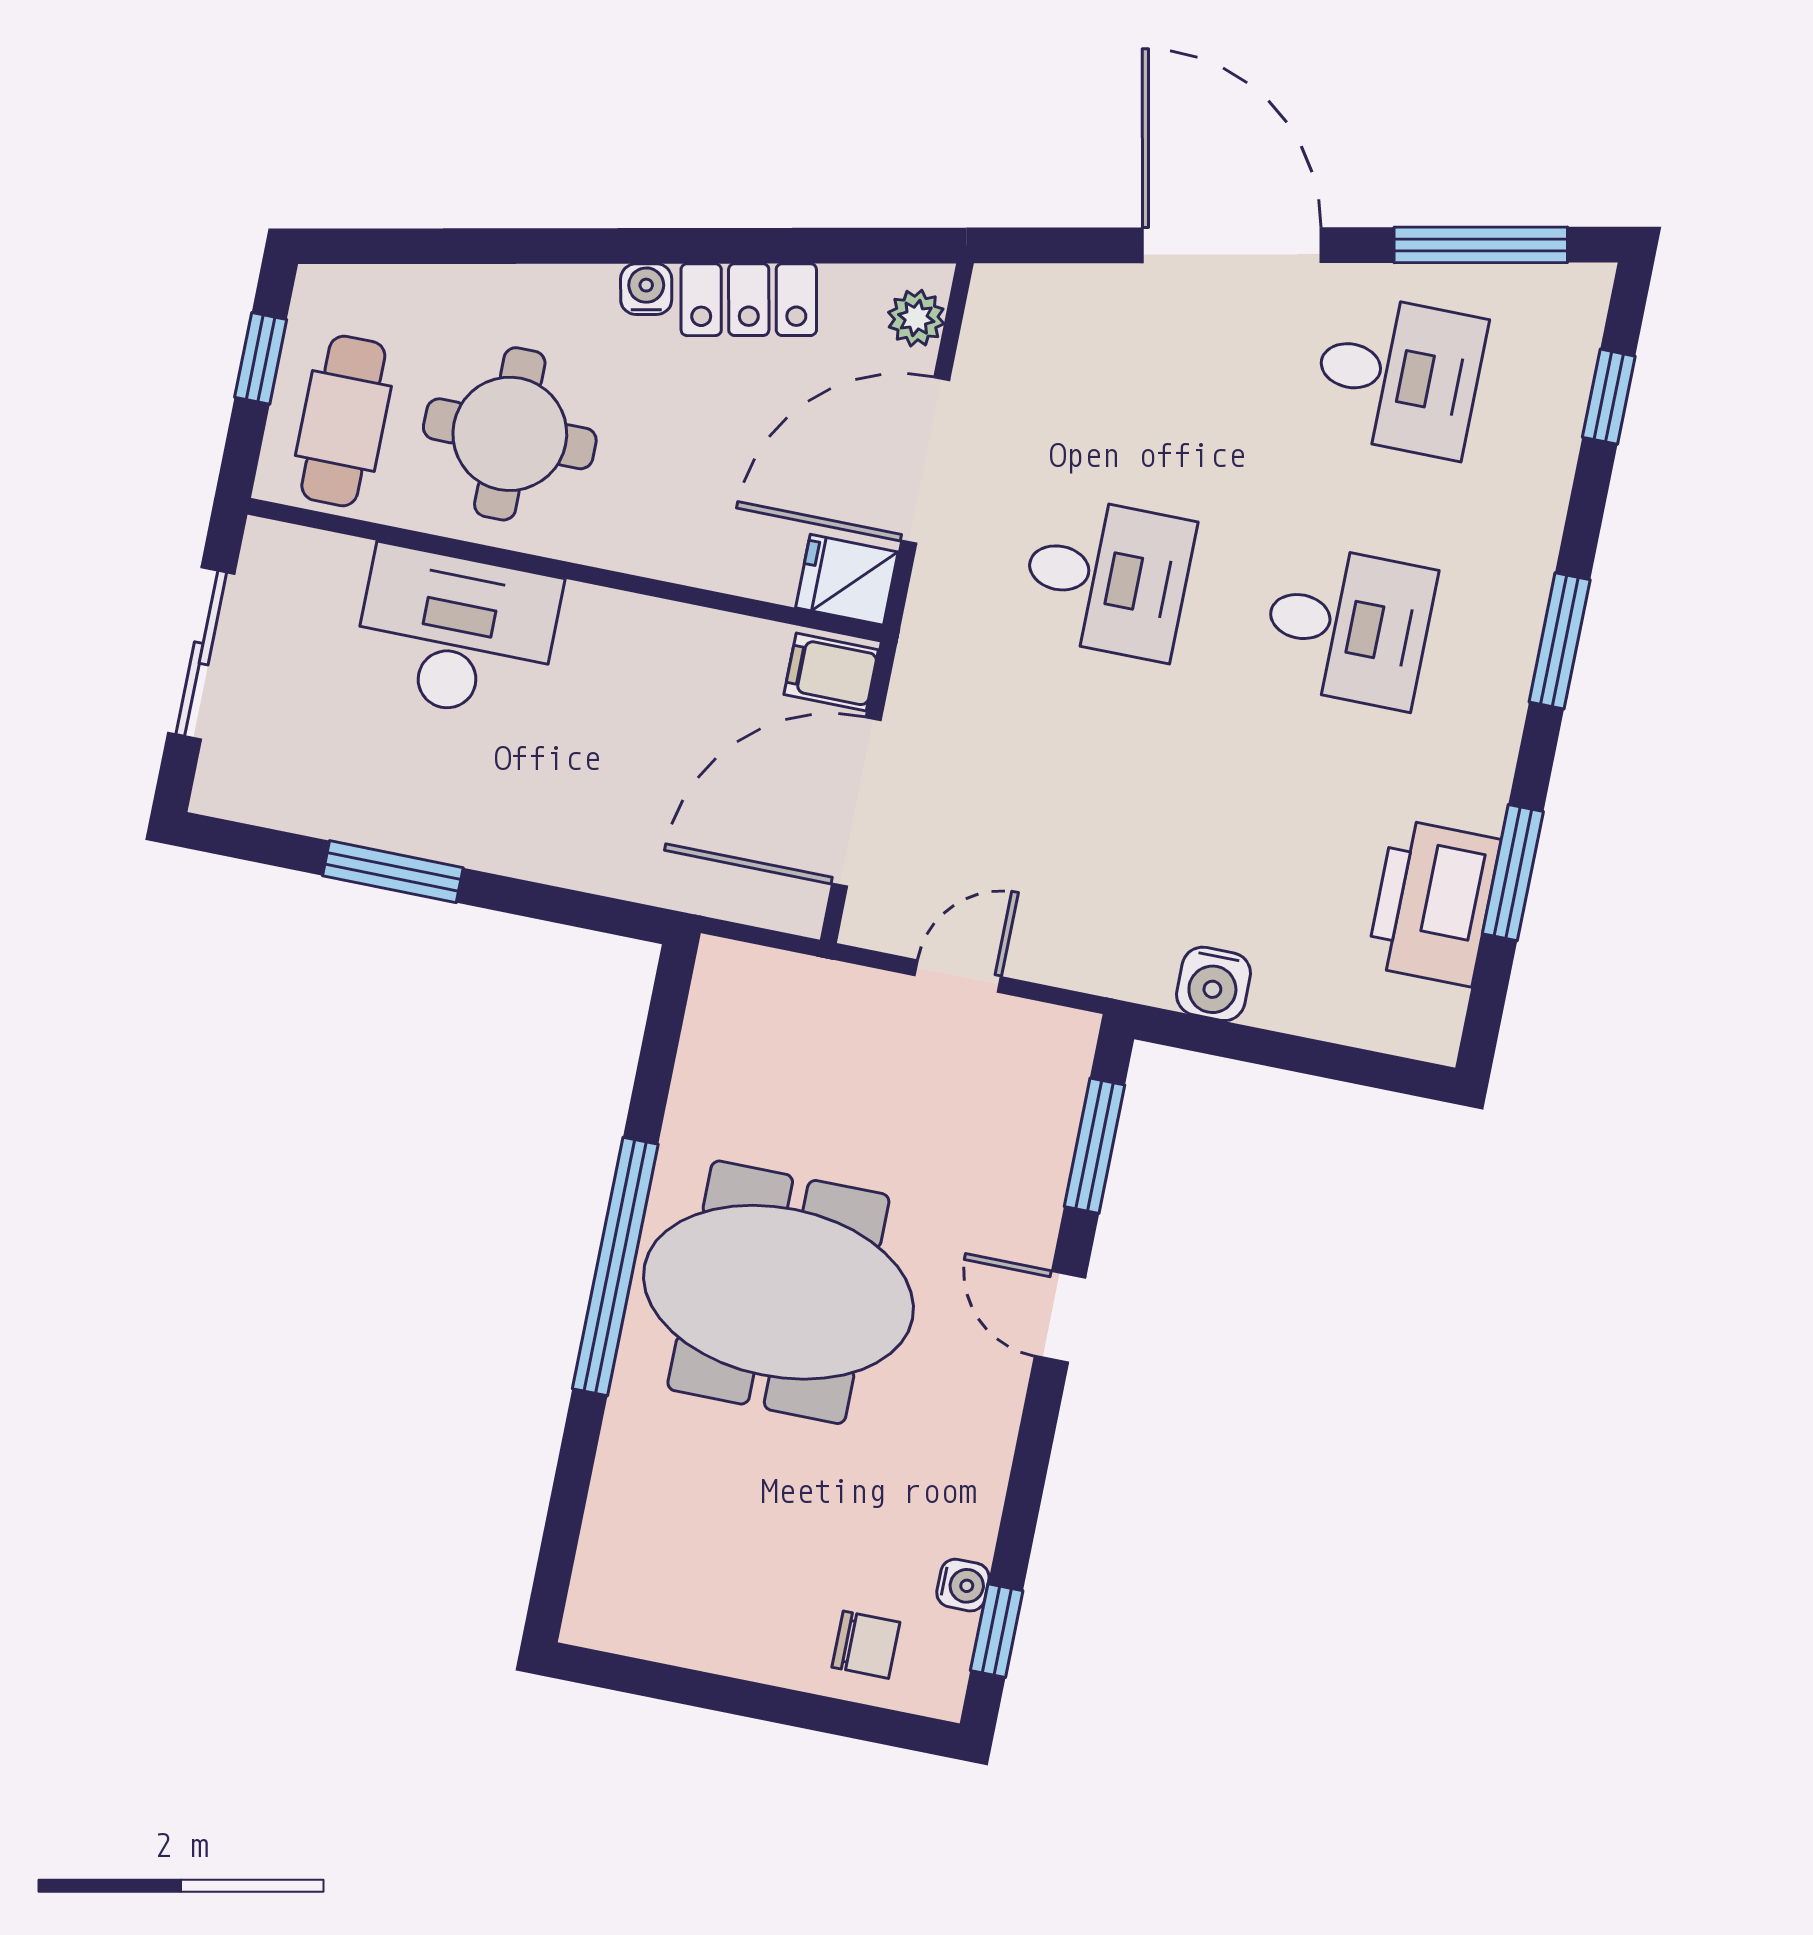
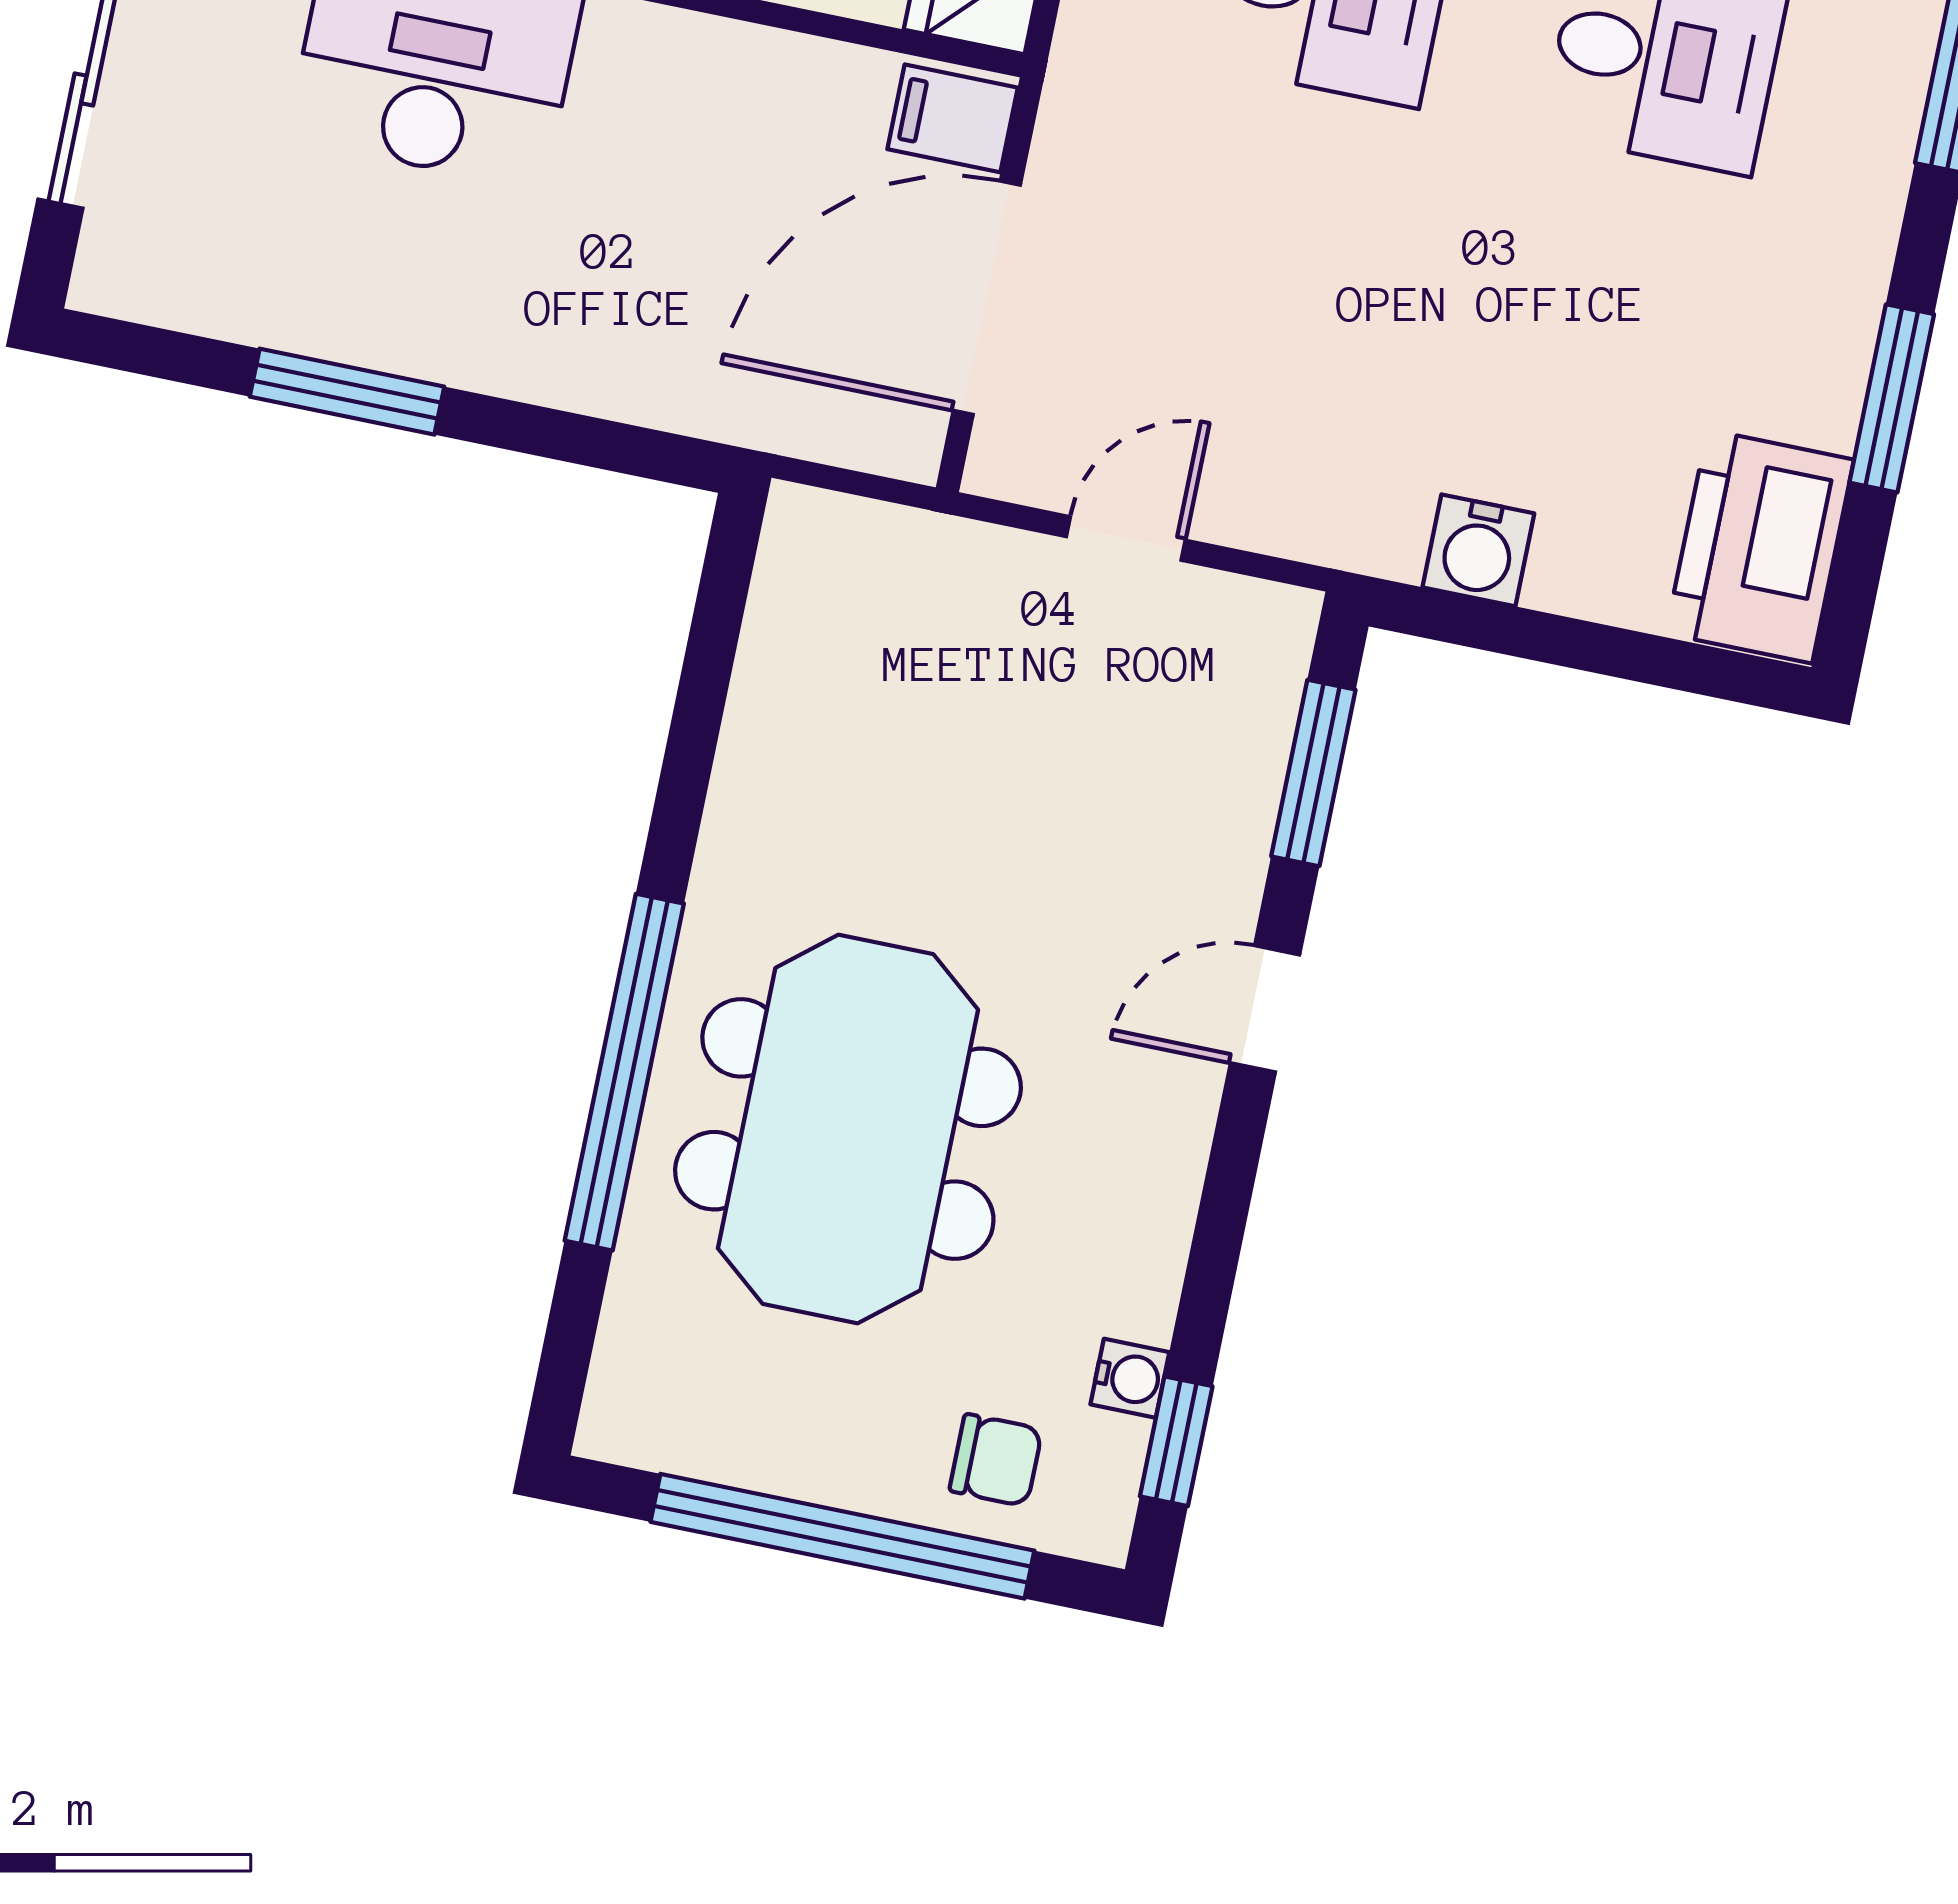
printer: (1433, 903) -> (1760, 547), moved
window: (615, 1267) -> (624, 1072), moved
meeting table: (778, 1292) -> (848, 1129), moved, turned 90
door: (1060, 1317) -> (1265, 1009), hinge flipped
window: (755, 1700) -> (842, 1536), added

